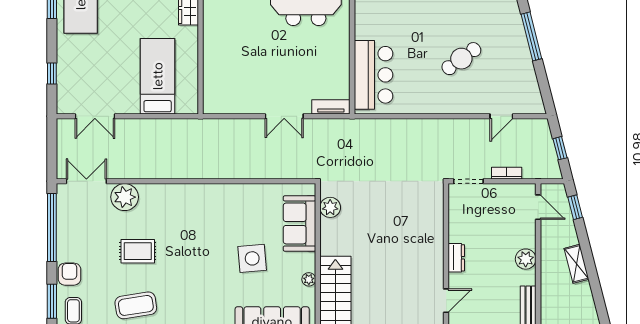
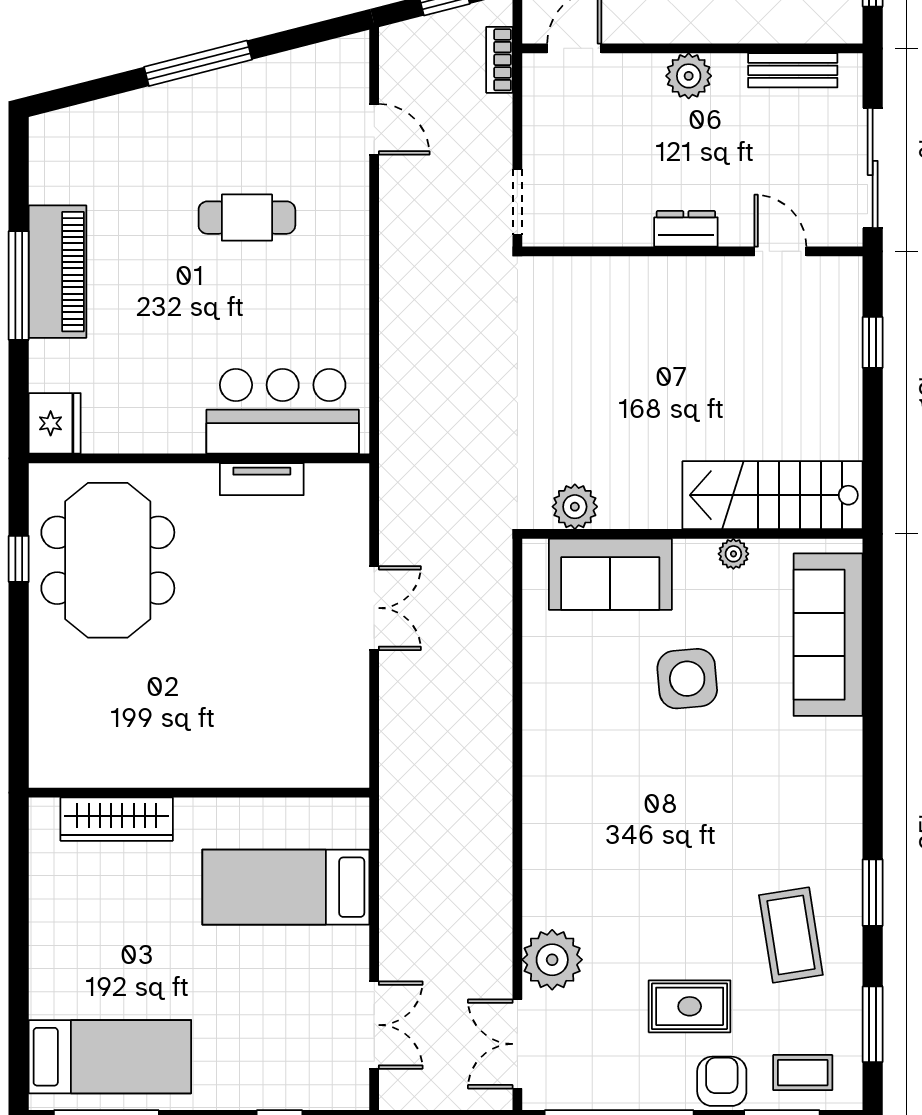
cafe table: (461, 59) -> (247, 218), turned -54
tv unit: (331, 107) -> (262, 479), moved, turned -90
bookcase: (507, 173) -> (499, 60), moved
rug: (138, 251) -> (690, 1006), moved, turned 90
armchair: (69, 274) -> (722, 1081), turned 90

